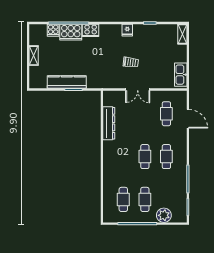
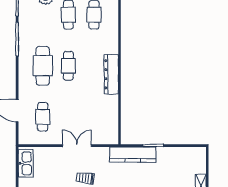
kitchen counter: (67, 82) -> (133, 154), moved
dresser: (109, 123) -> (111, 74), moved
cafe table: (166, 157) -> (43, 66), width x1.37, depth x1.35

